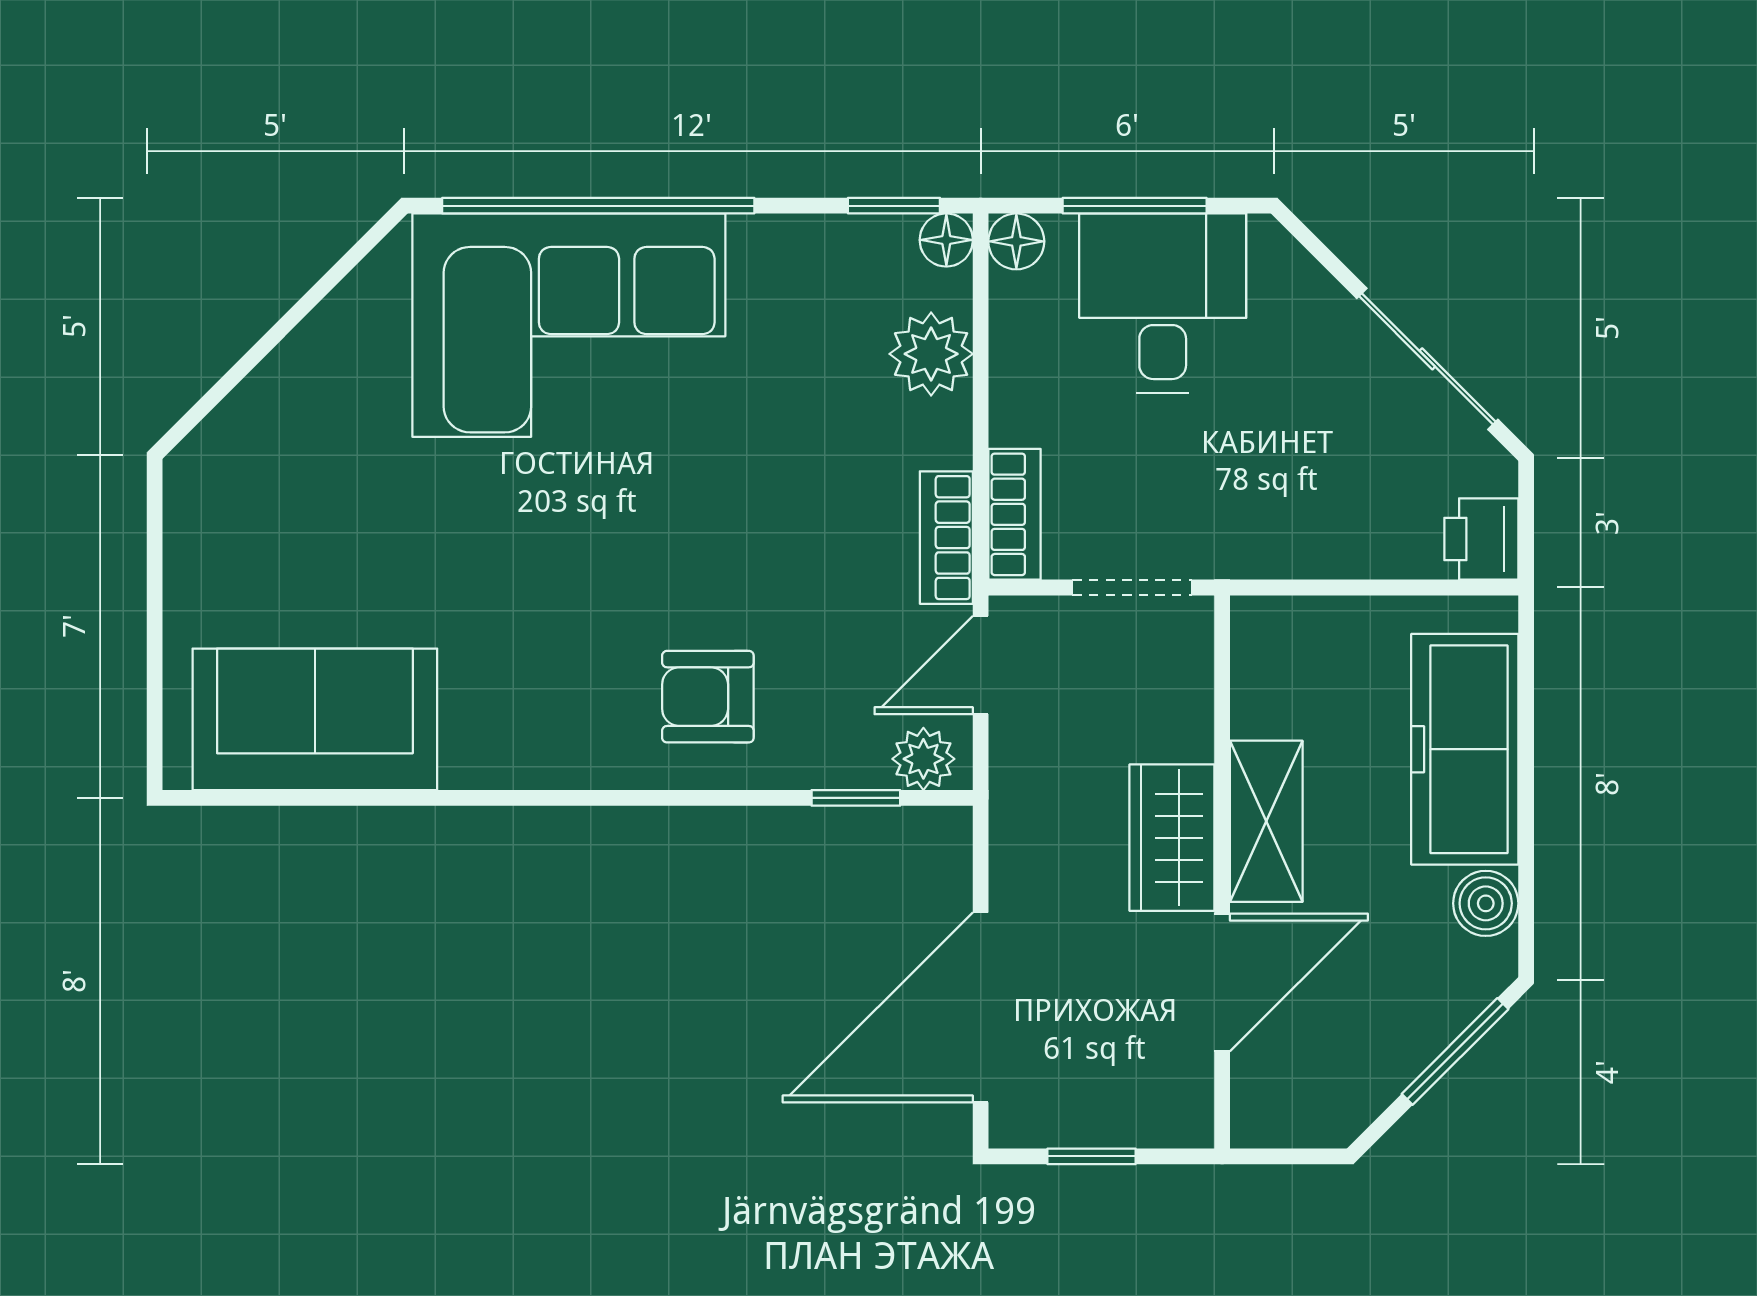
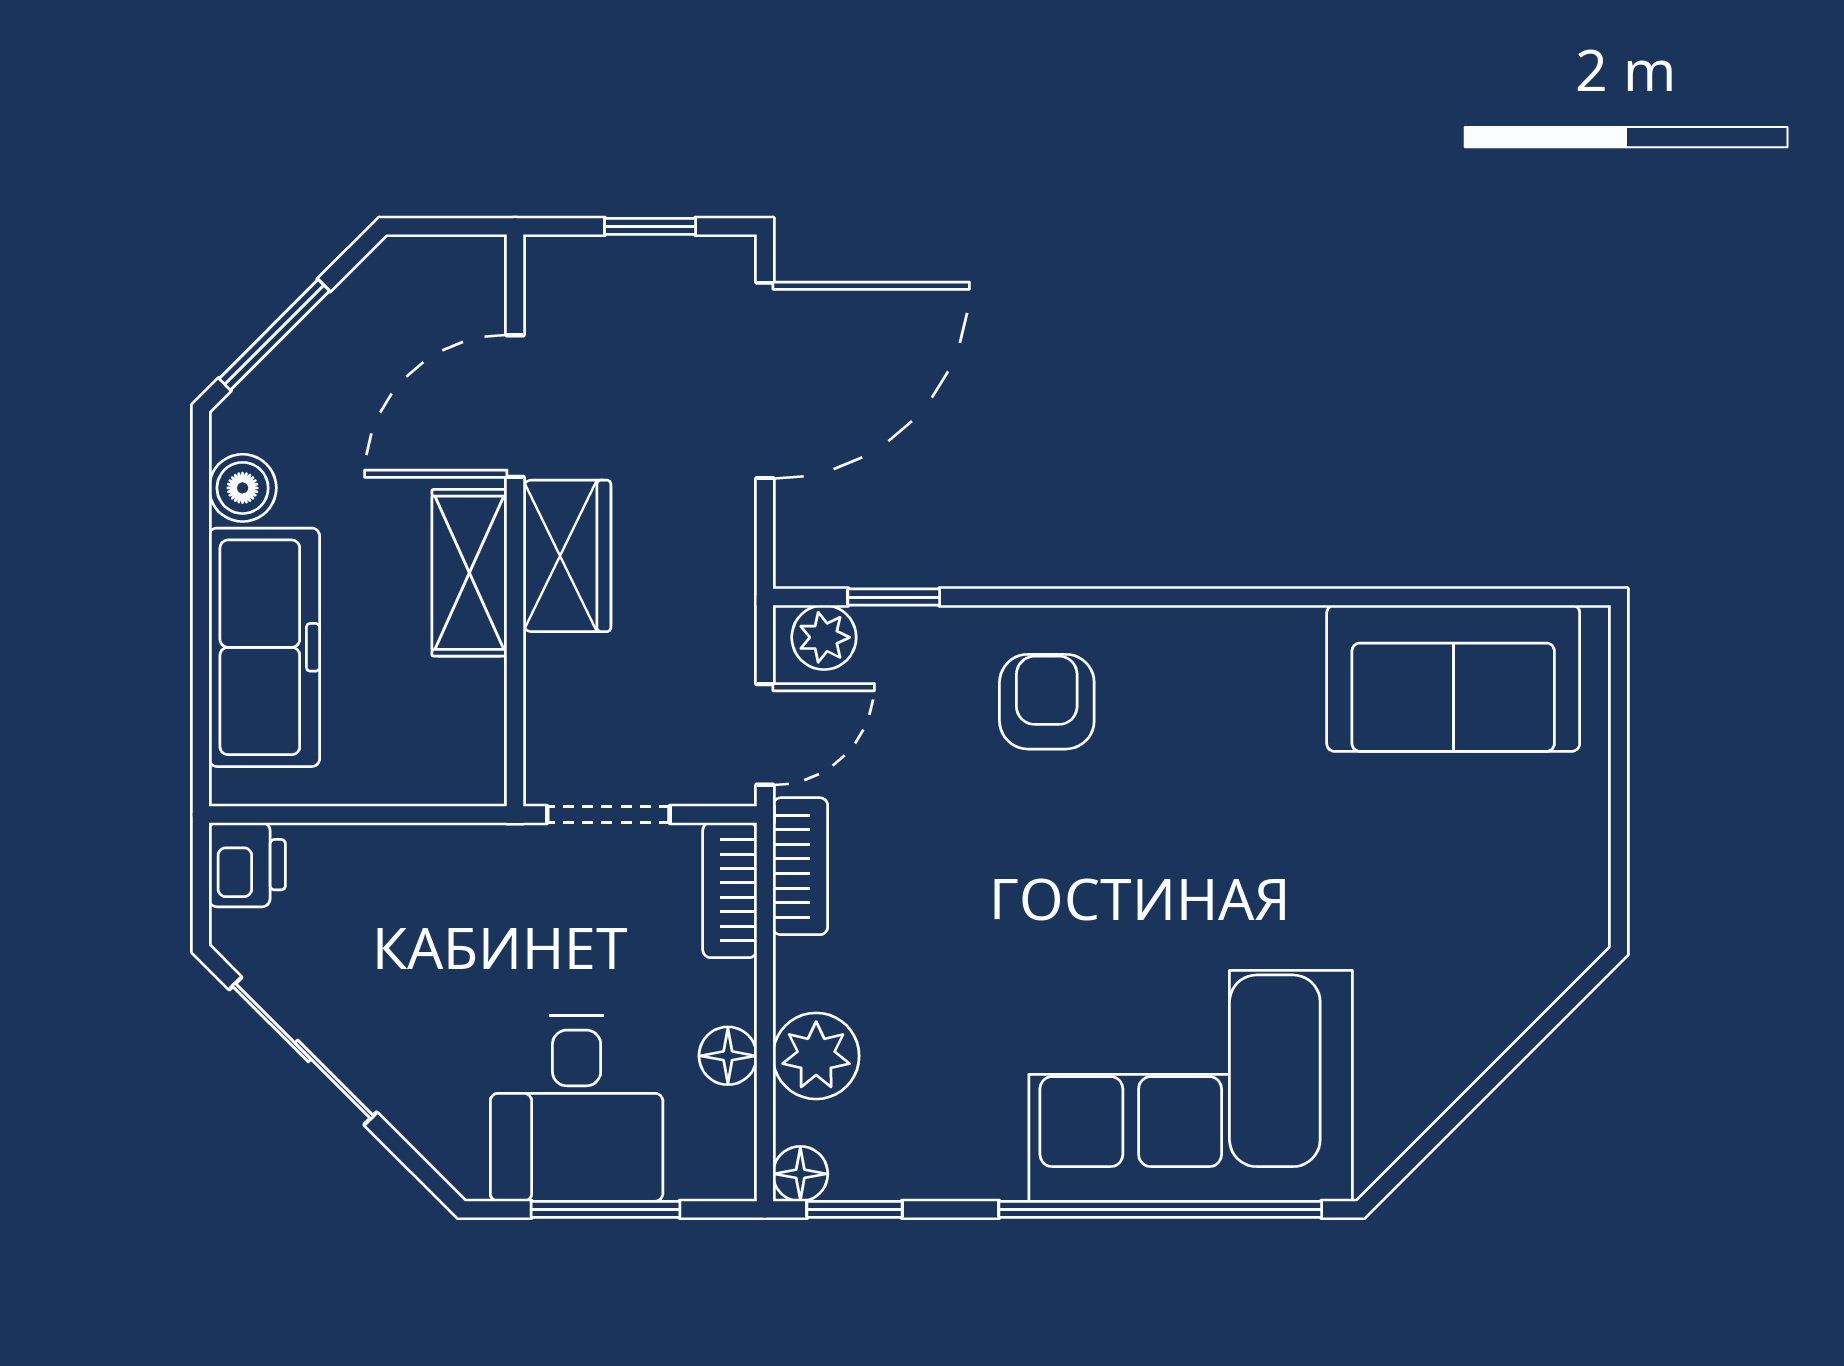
floor lamp: (1016, 241) -> (728, 1056), moved
armchair: (708, 697) -> (1047, 702), turned -90

